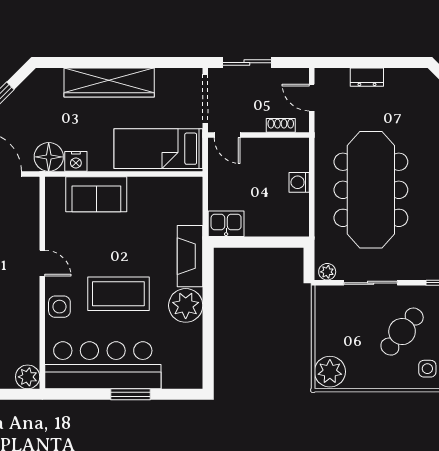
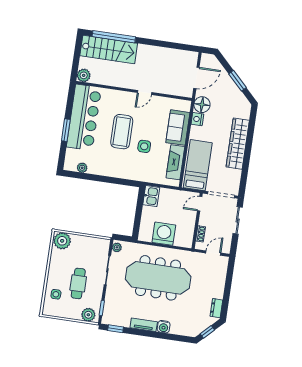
dresser: (367, 77) -> (216, 308), moved
washing machine: (299, 182) -> (164, 234), width x1.89, depth x1.89
fireplace: (190, 256) -> (175, 162), moved, turned -90
plant: (186, 305) -> (82, 168), moved, width x0.53, depth x0.53
side table: (59, 307) -> (144, 146), moved
cafe table: (402, 332) -> (78, 283), turned 51

